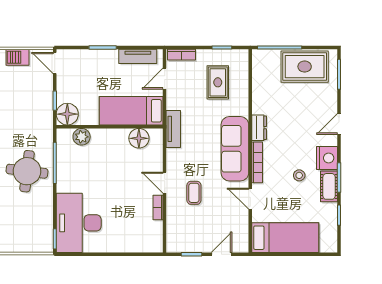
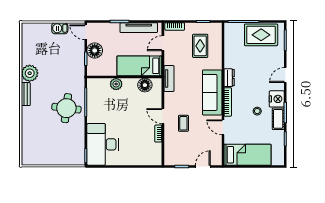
tv unit: (138, 56) -> (139, 28), width x1.41
floor lamp: (67, 114) -> (95, 51), moved
plant: (82, 137) -> (116, 84), moved

